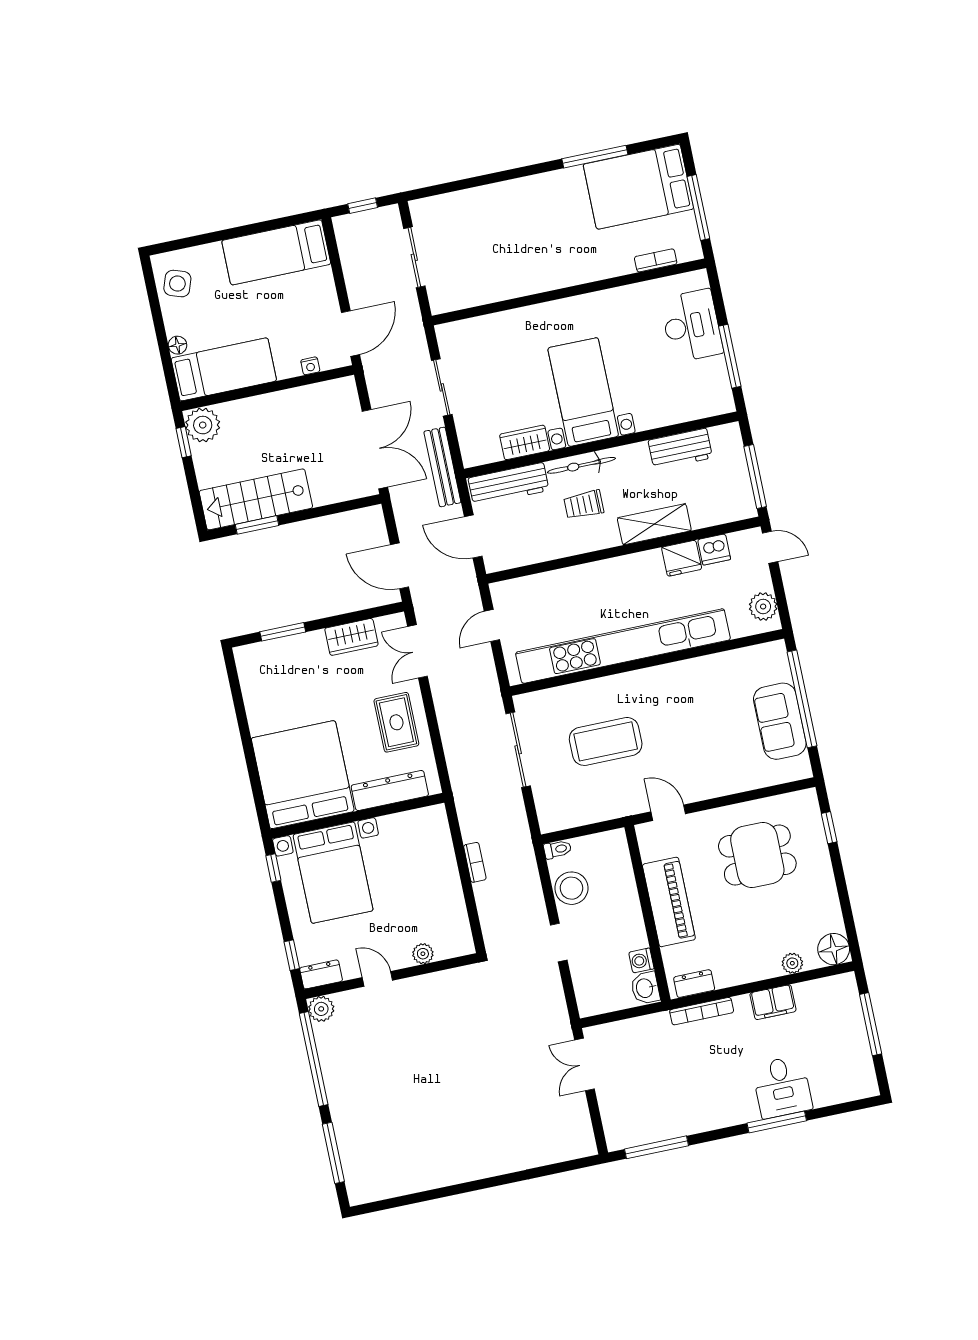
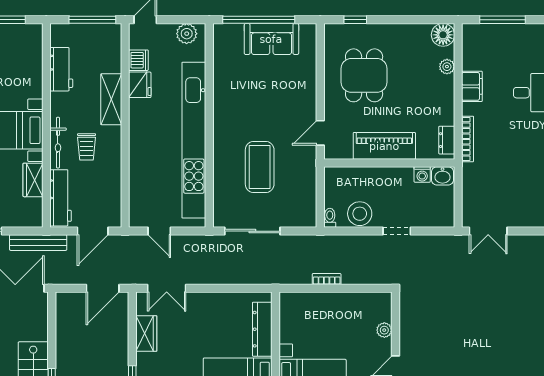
rug: (396, 722) -> (214, 314), removed

